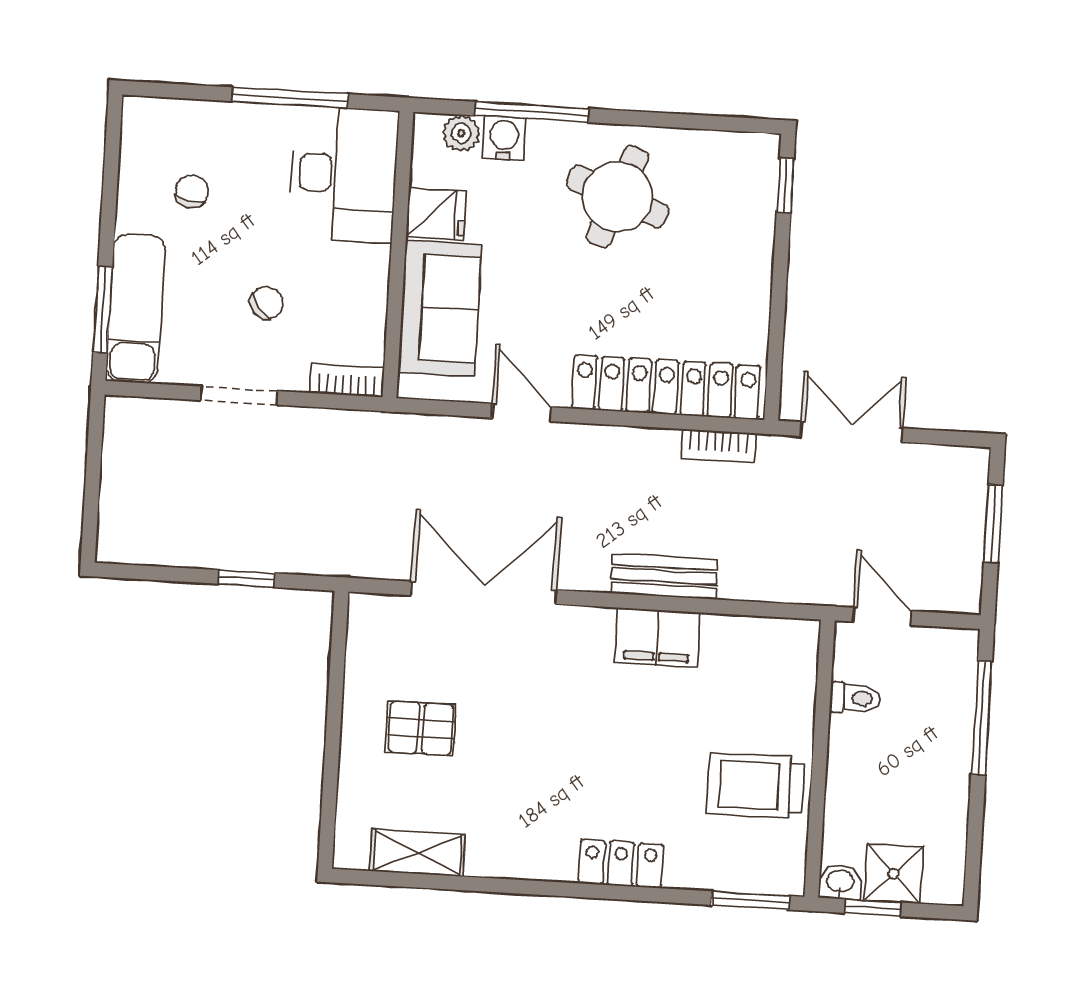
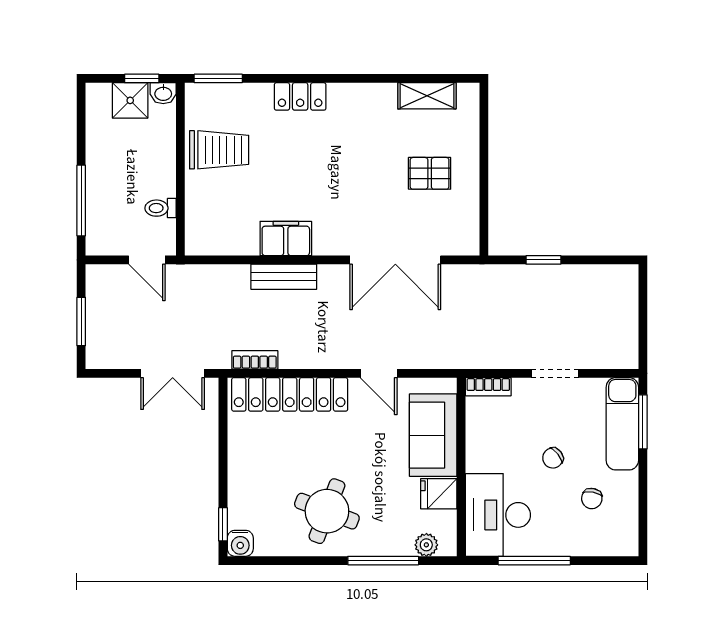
water cooler: (504, 138) -> (240, 543), moved
chair: (267, 303) -> (553, 458), moved

